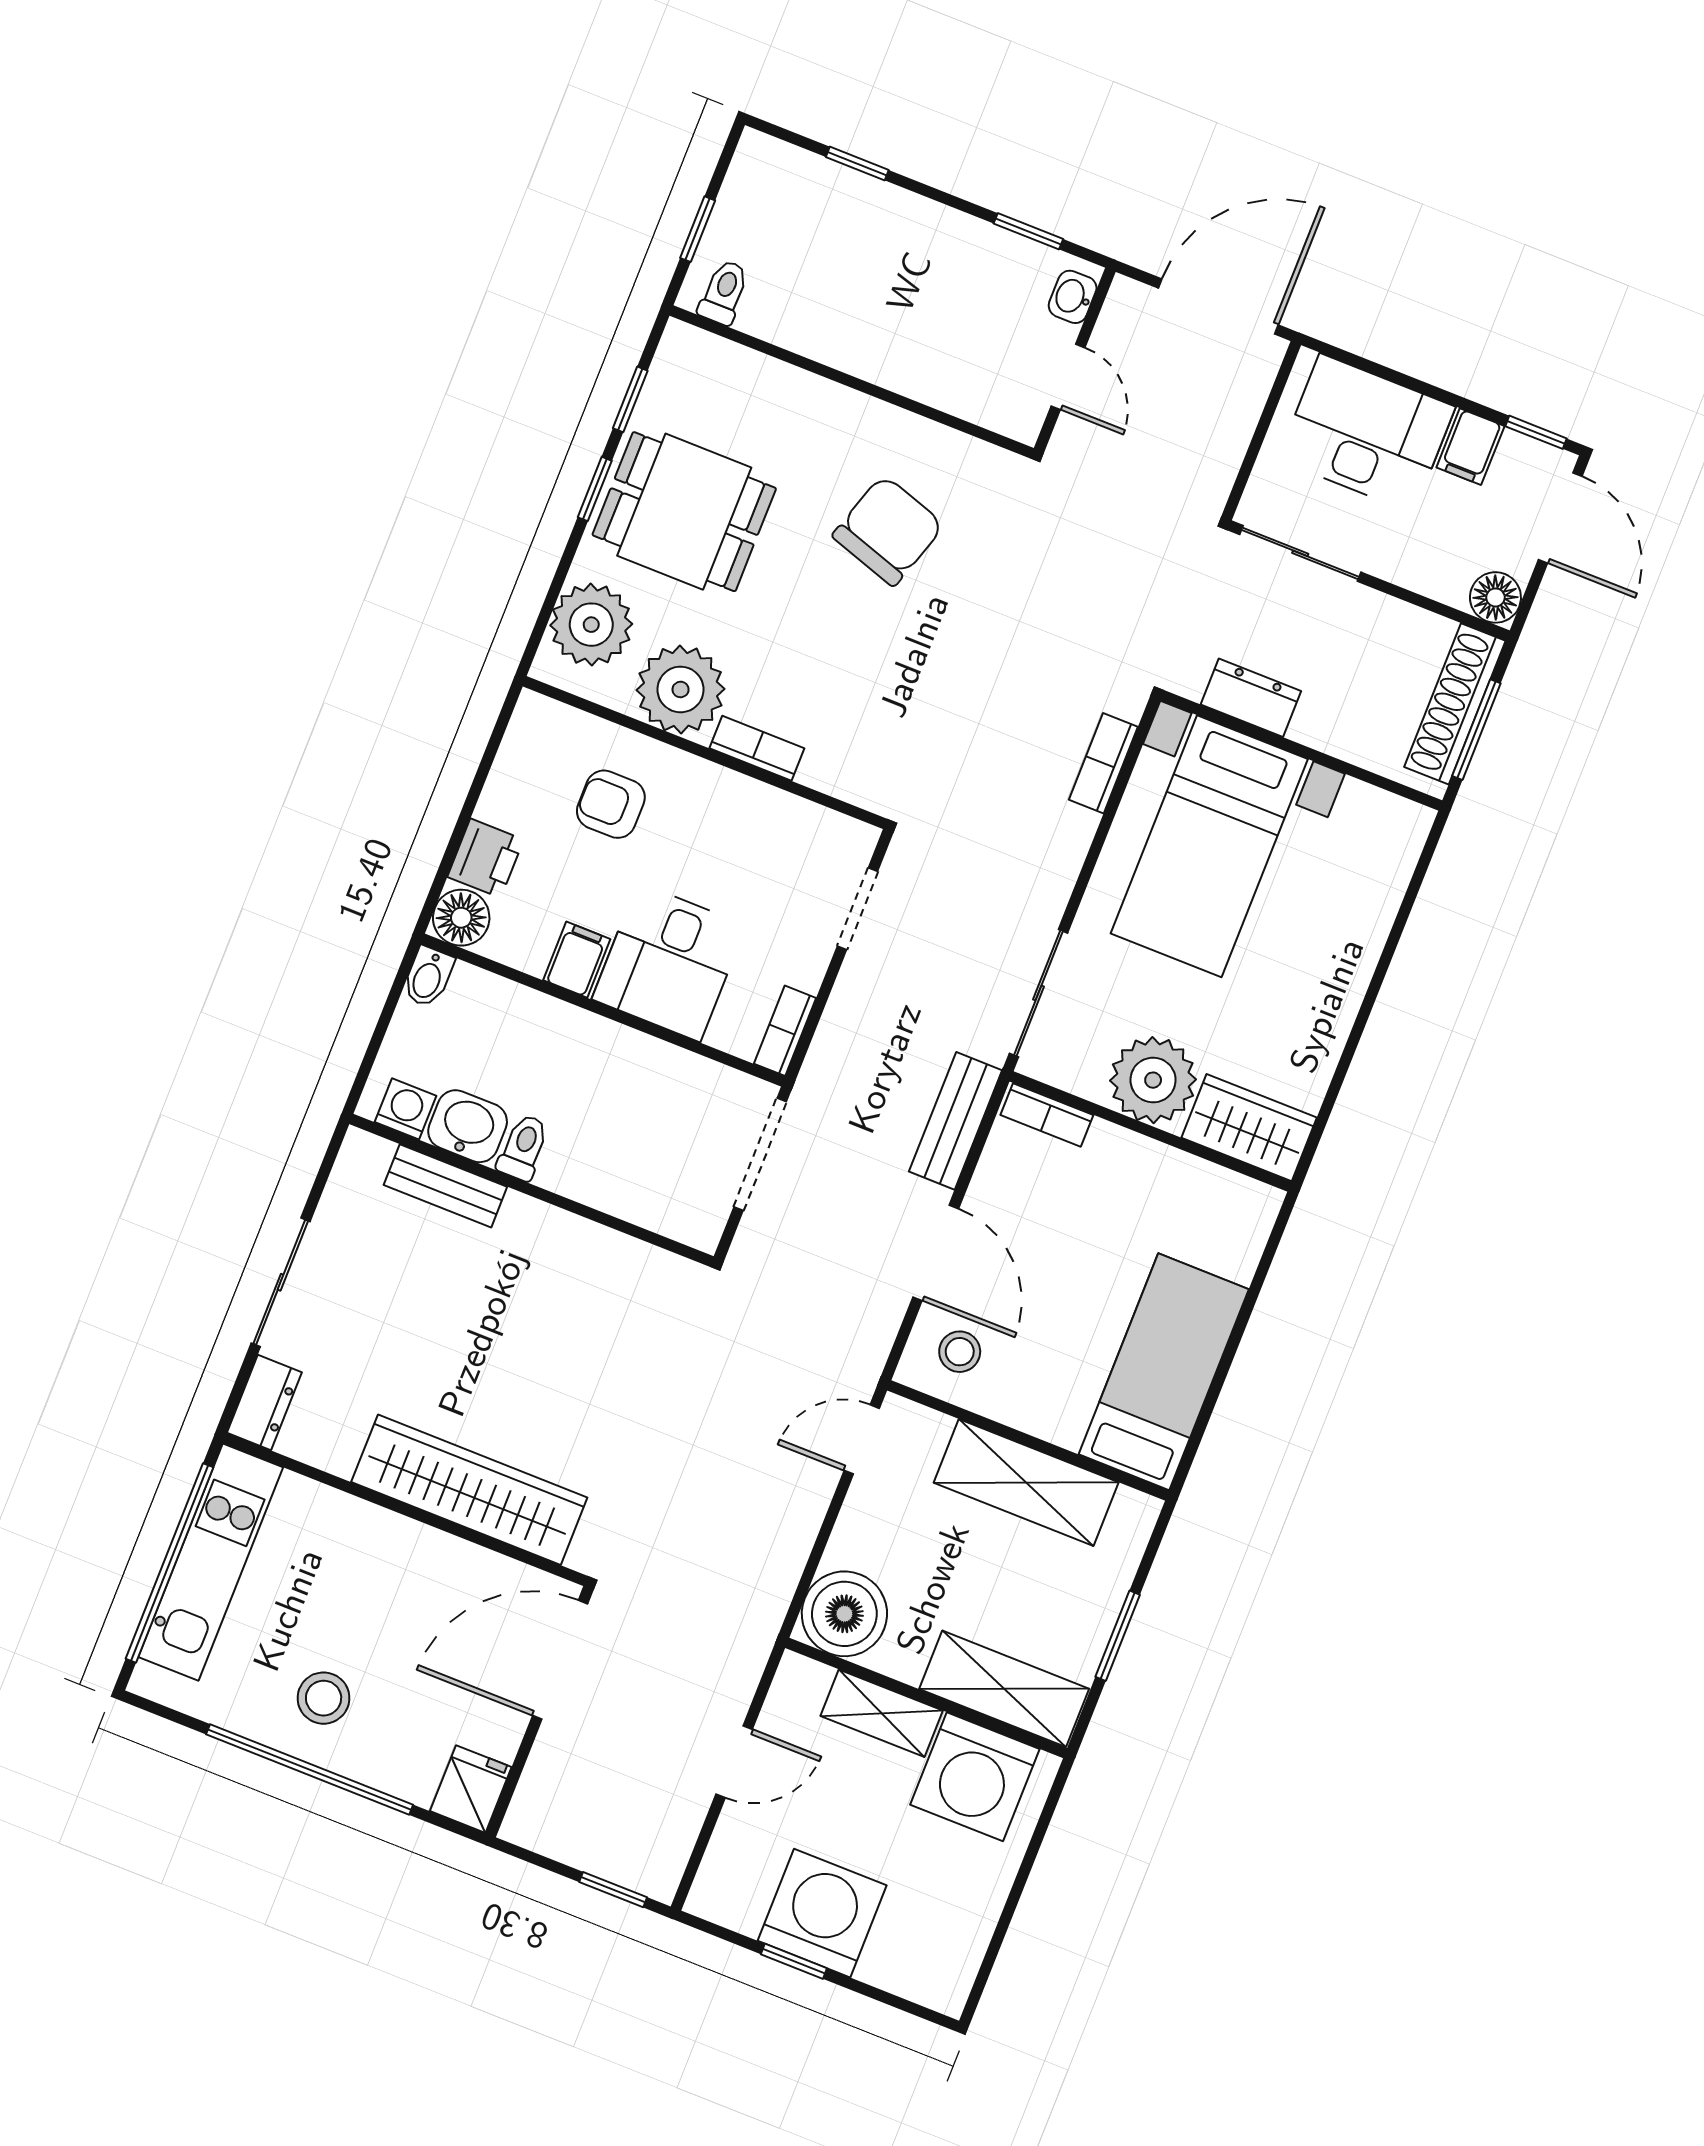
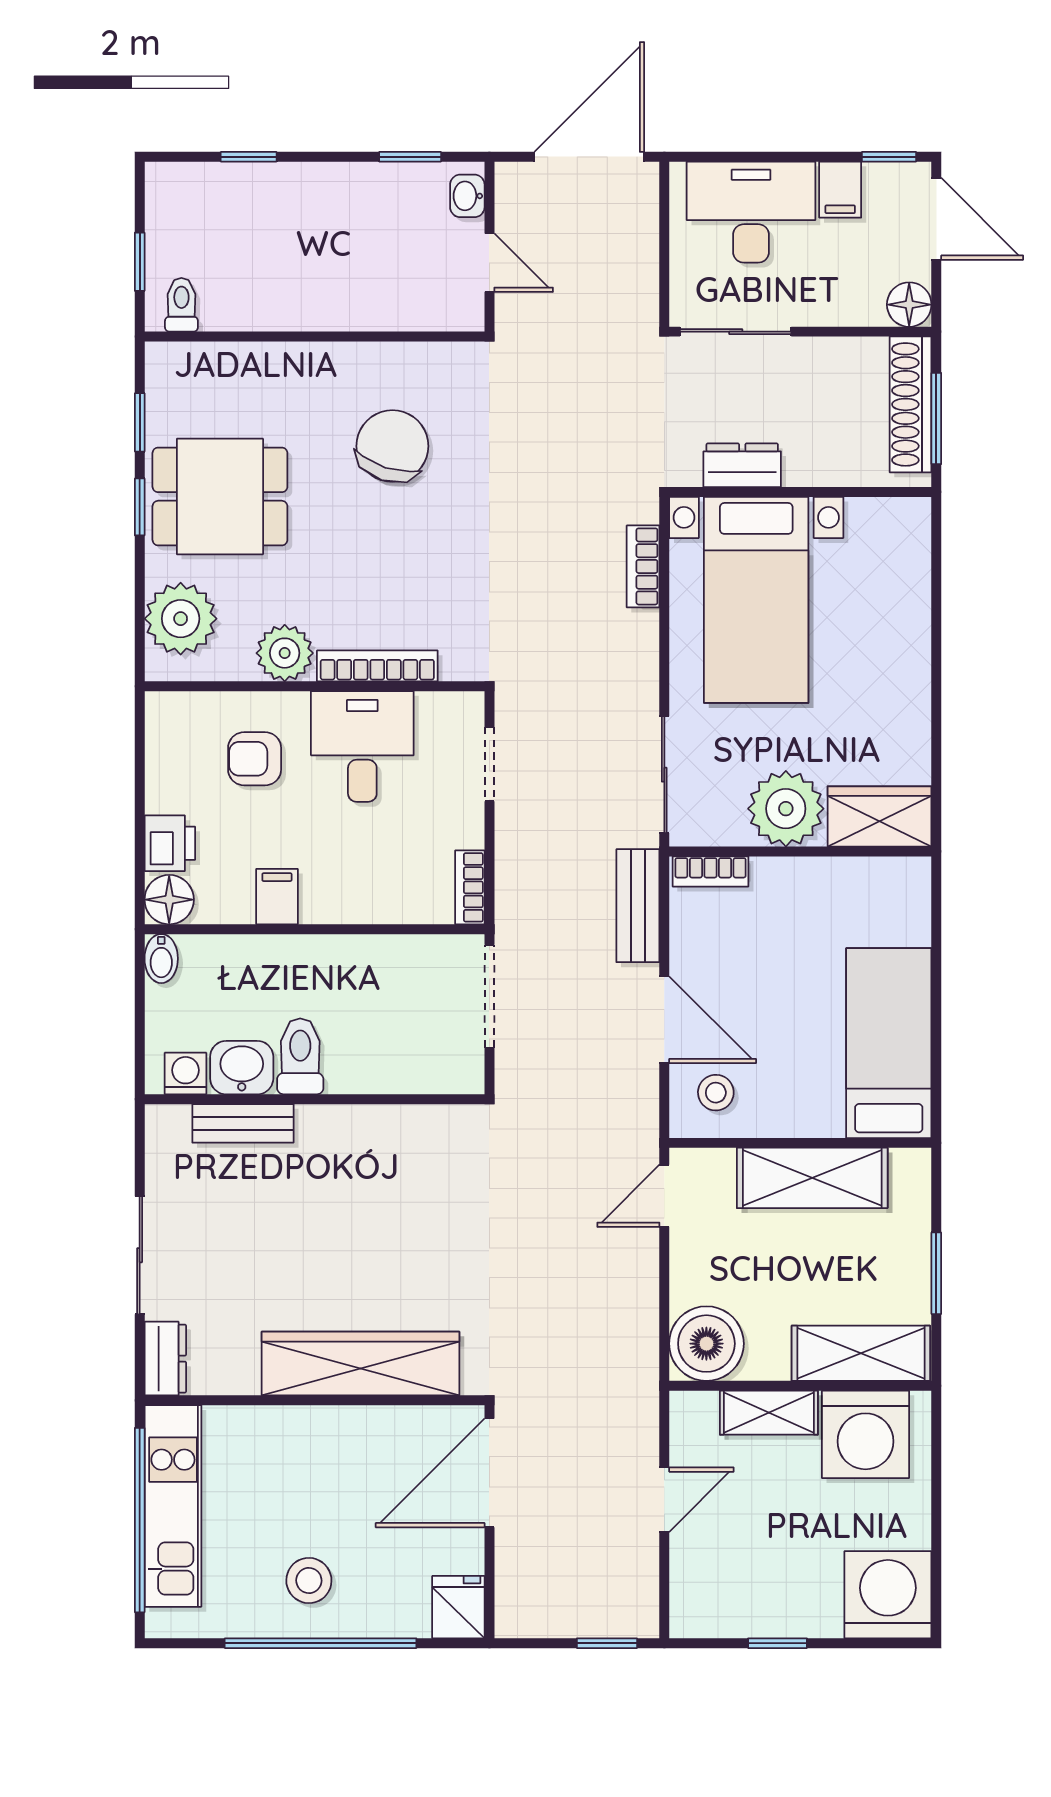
plant: (681, 689) -> (285, 653), width x0.73, depth x0.73
bookcase: (757, 748) -> (377, 666), width x1.56
desk: (669, 962) -> (362, 746), moved, turned 180
toilet: (523, 1147) -> (300, 1056), width x1.37, depth x1.39
washing machine: (822, 1913) -> (888, 1595), moved

